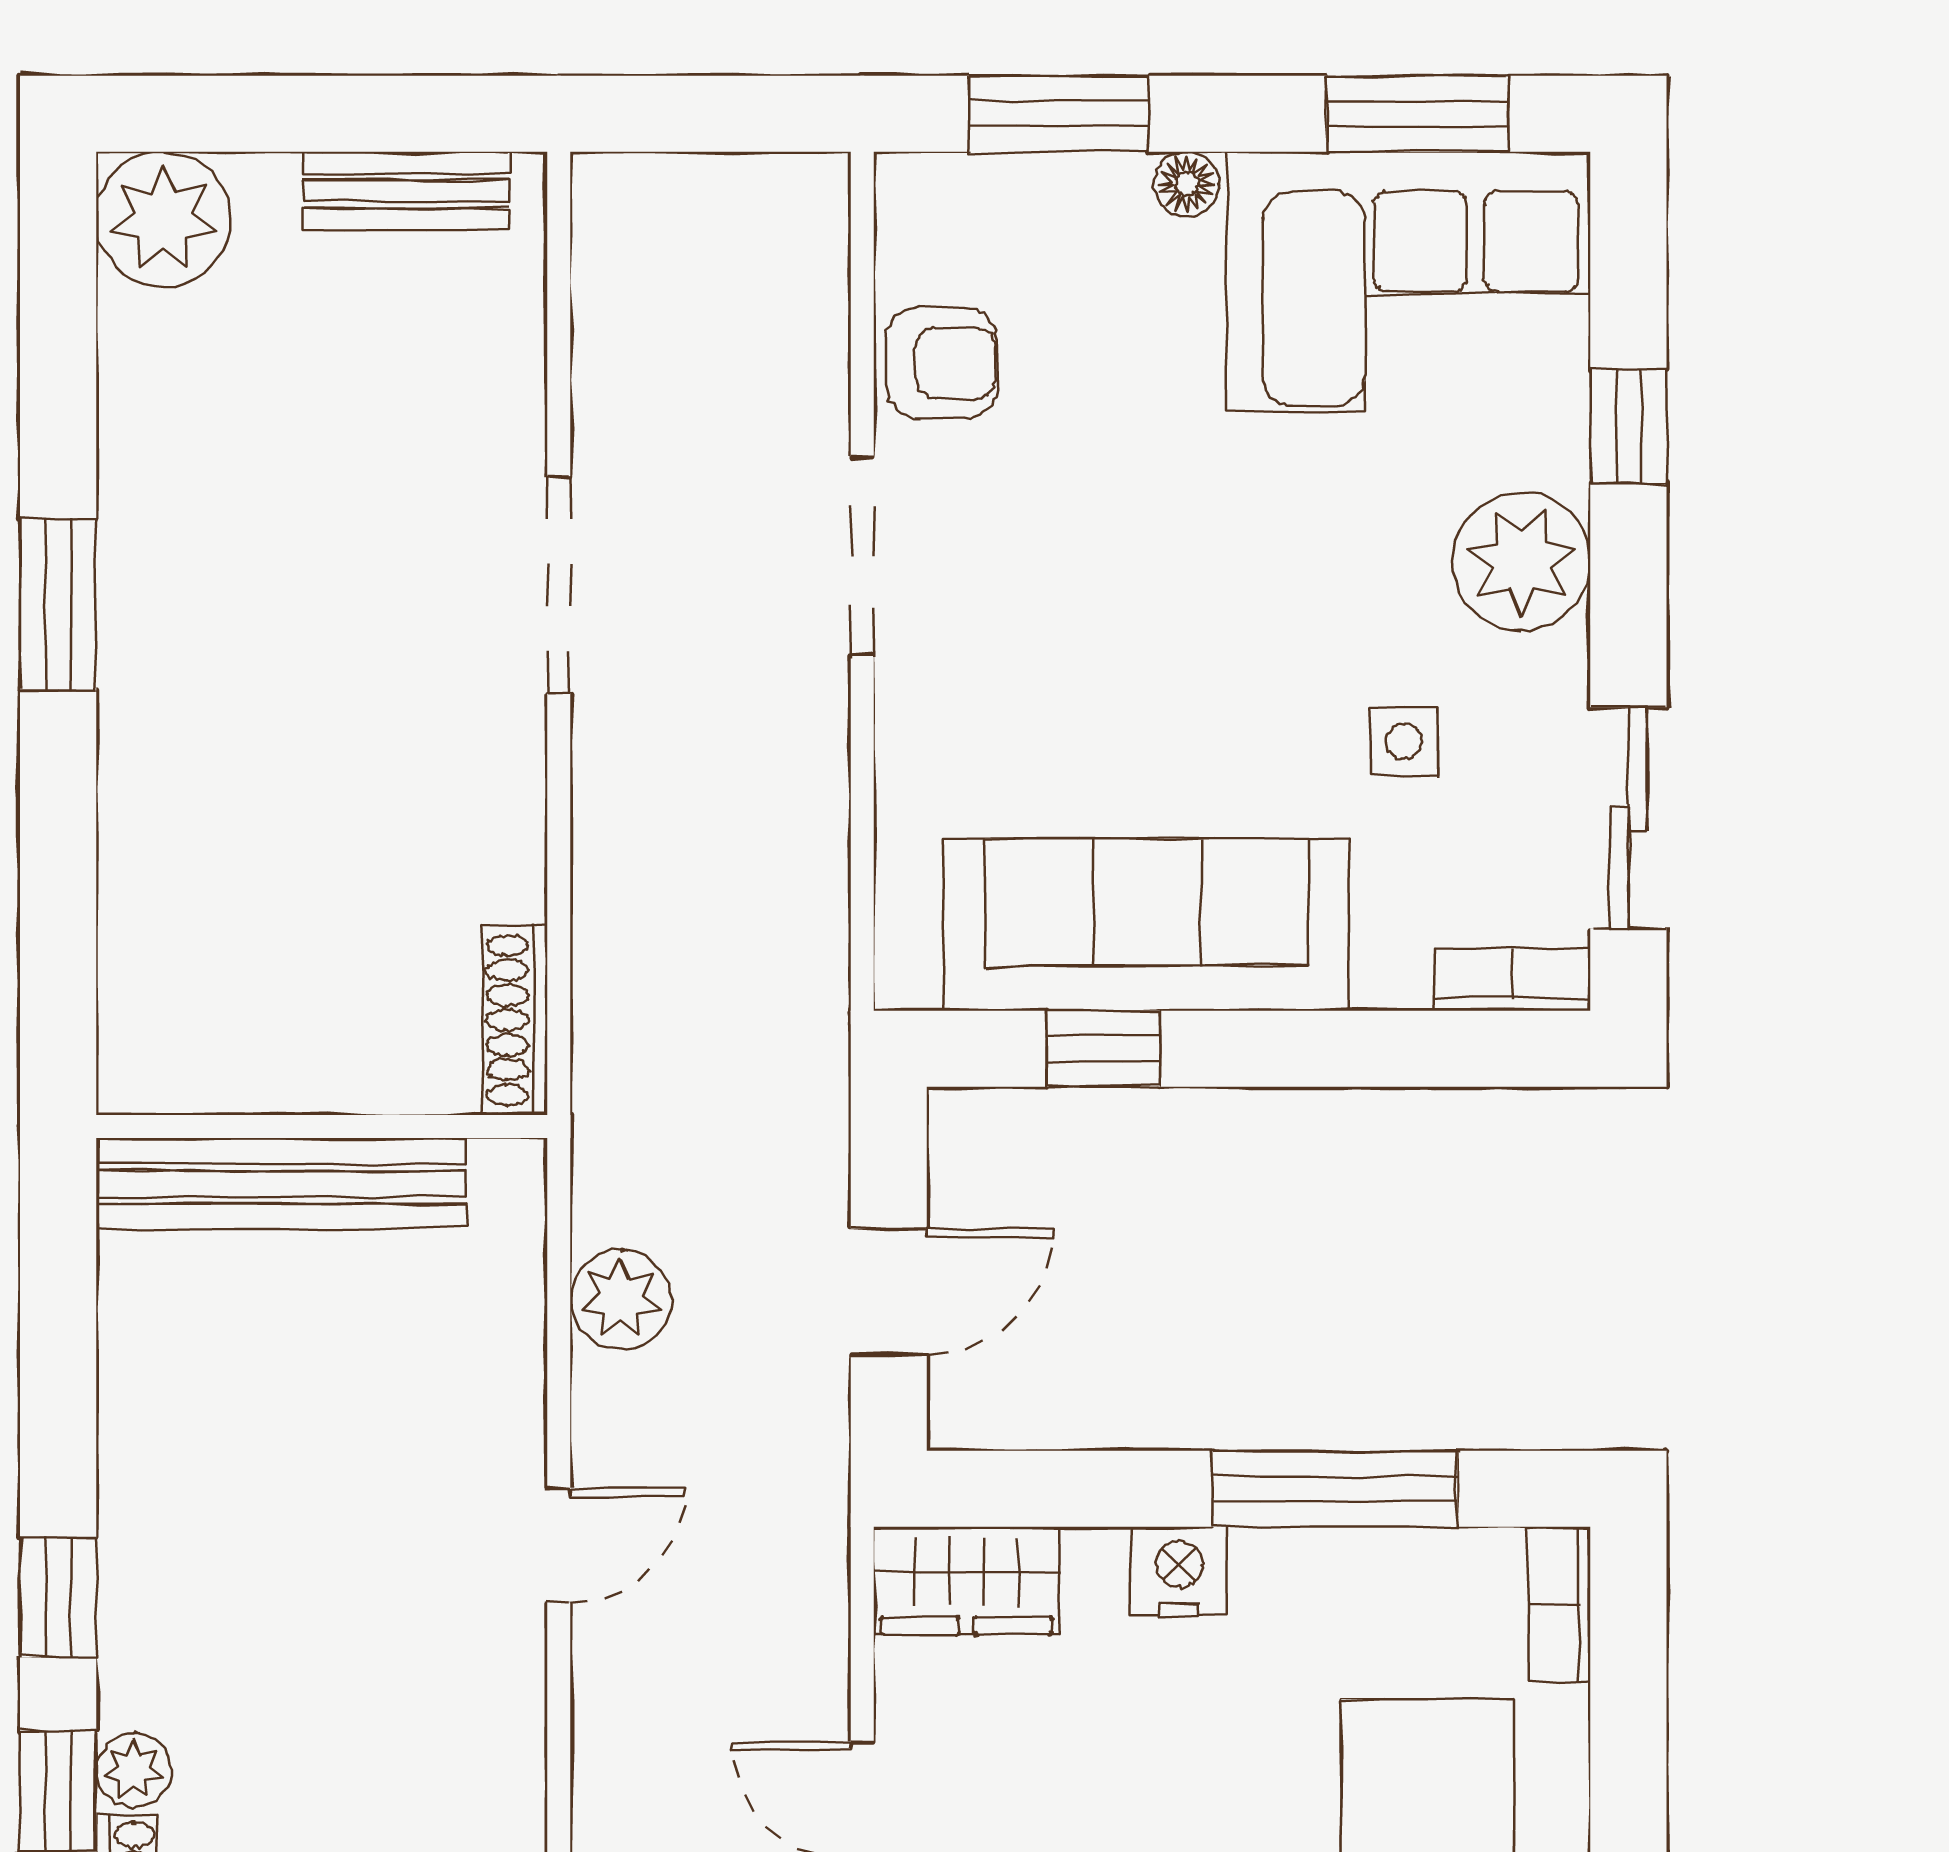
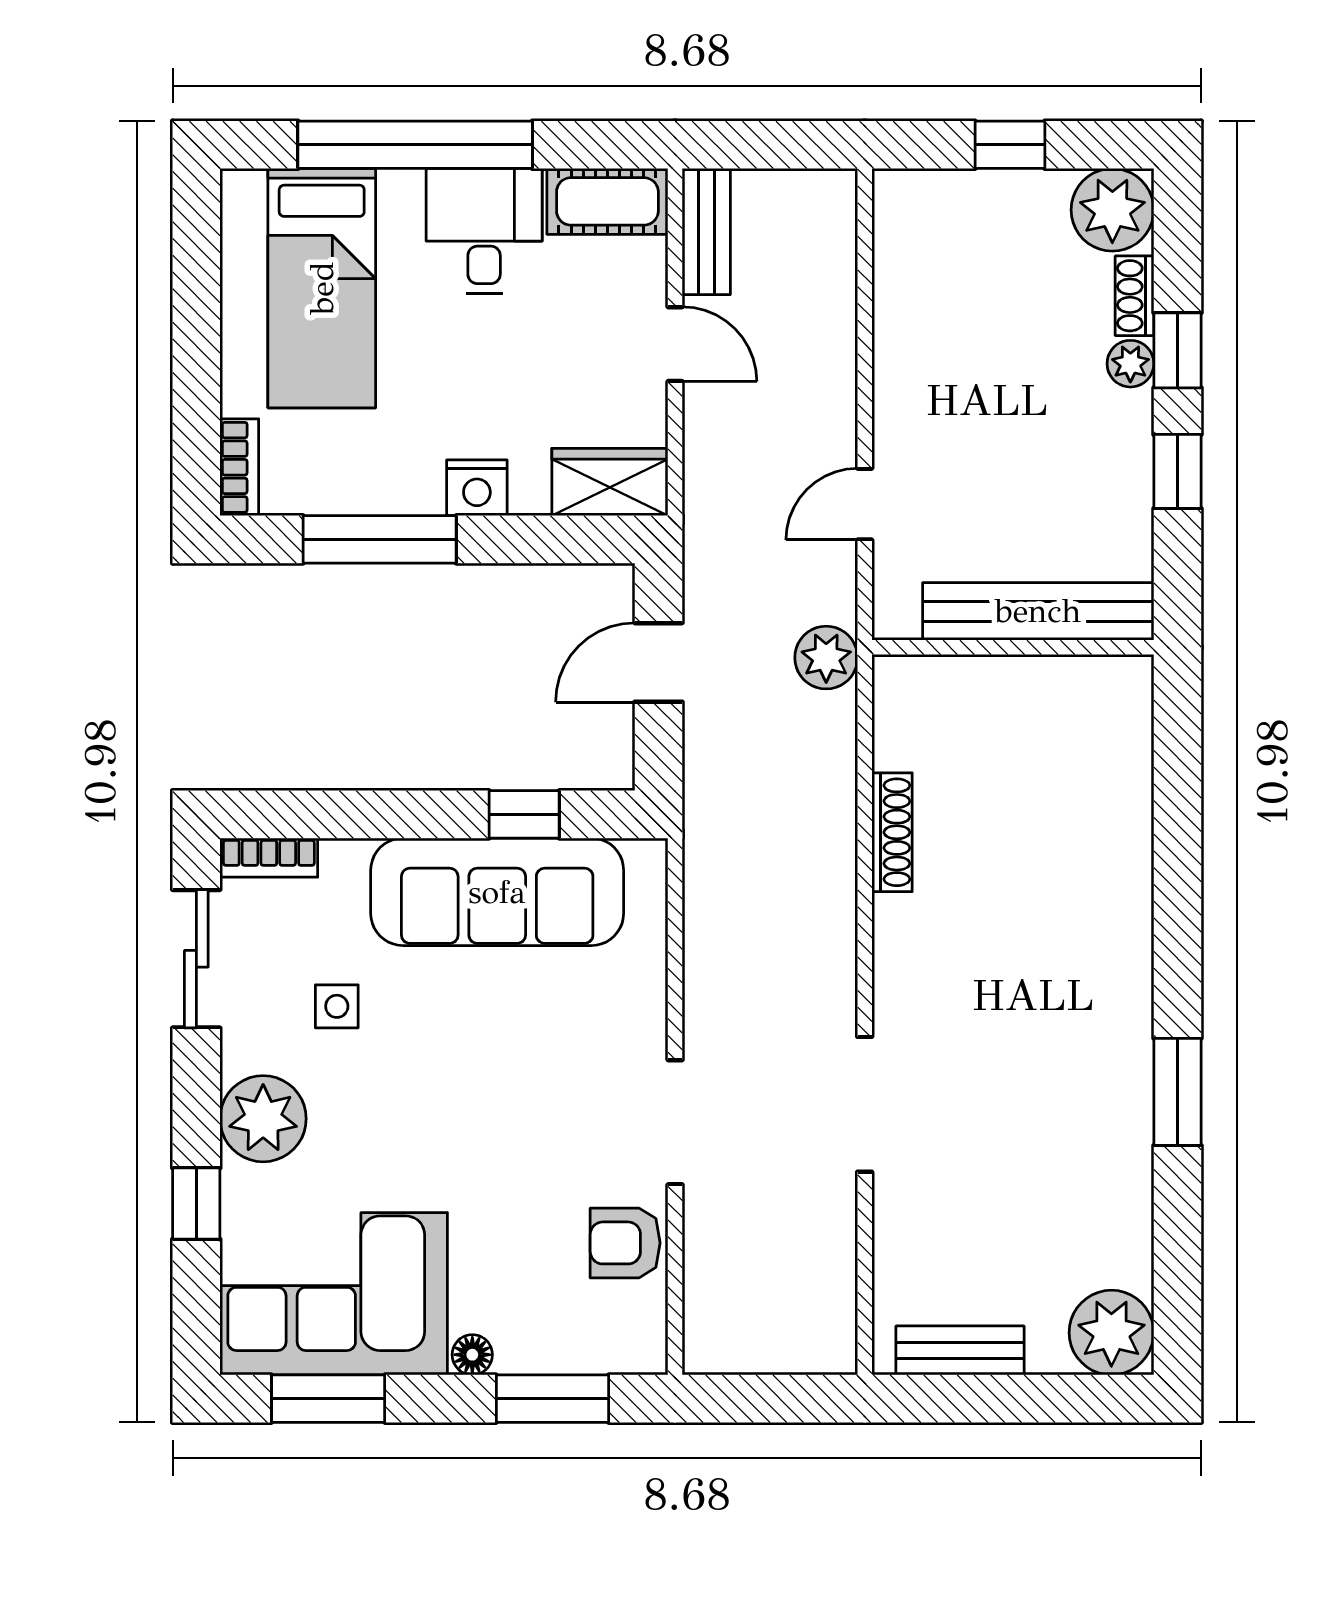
wall: (322, 1127) -> (1013, 647), moved
bench: (281, 1184) -> (1038, 611), moved

